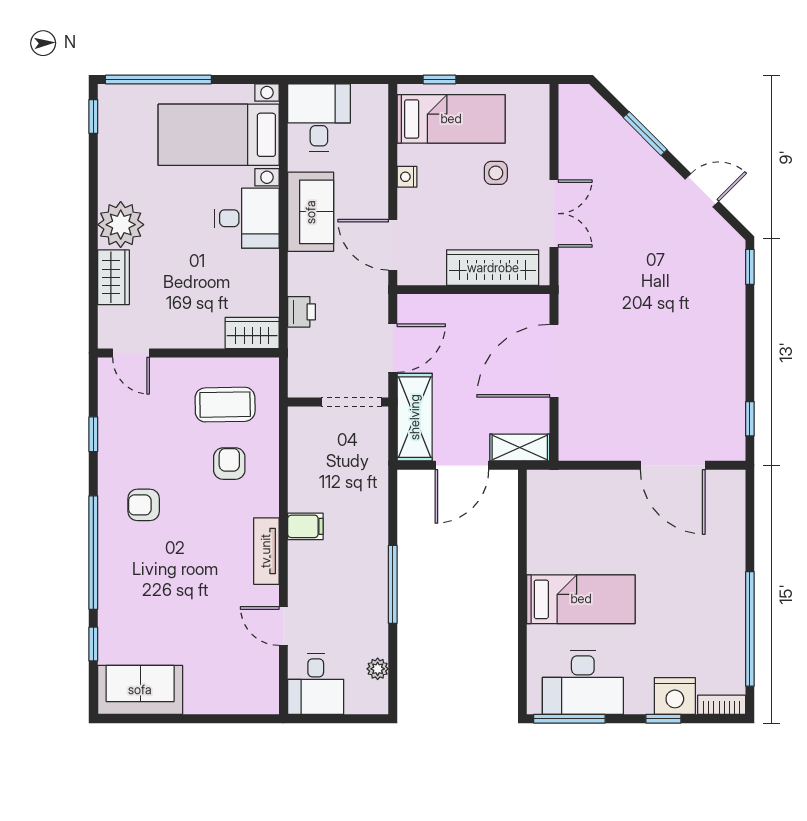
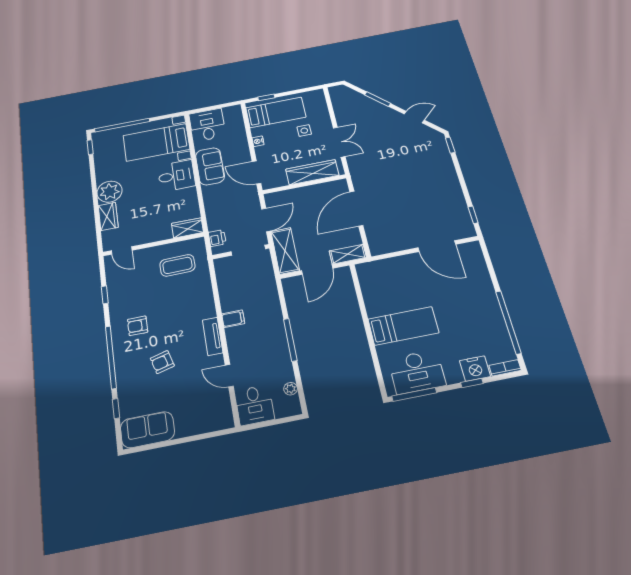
printer: (302, 312) -> (217, 238), moved
armchair: (229, 464) -> (162, 362), moved, turned -105

